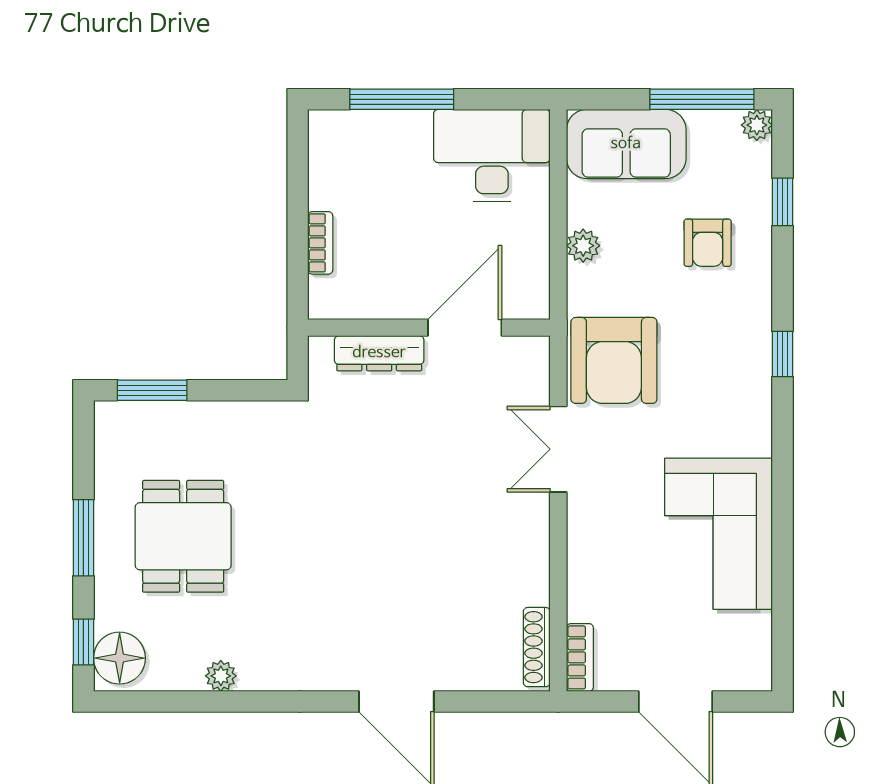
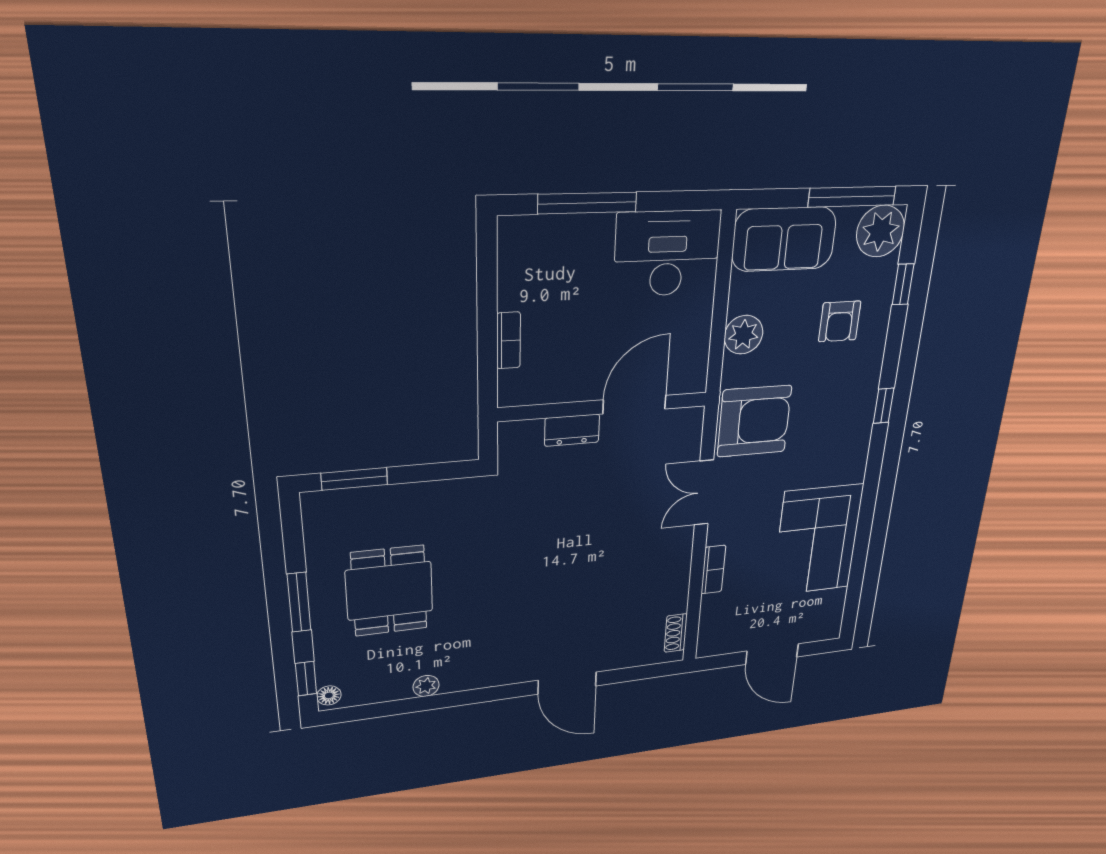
plant: (757, 125) -> (880, 231), width x1.88, depth x1.88
plant: (583, 246) -> (744, 335), width x1.38, depth x1.38
dresser: (379, 353) -> (572, 430), width x0.70
armchair: (614, 360) -> (754, 421), turned -90
shoe rack: (537, 647) -> (676, 633), width x0.70
bookcase: (580, 657) -> (713, 570), moved
floor lamp: (120, 658) -> (329, 695), width x0.53, depth x0.53

